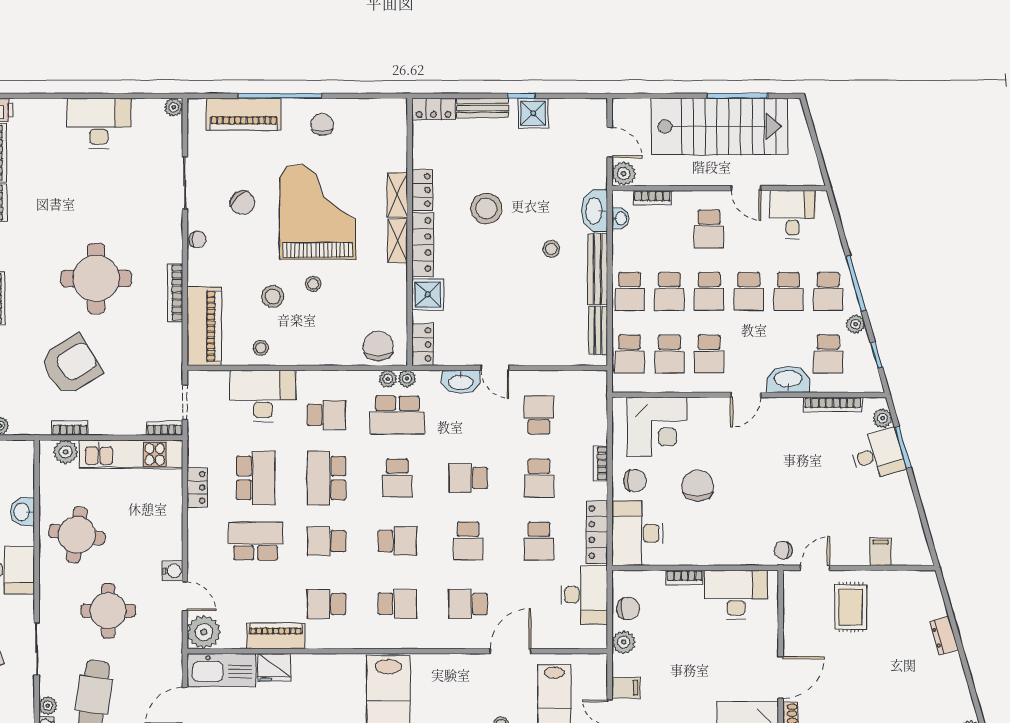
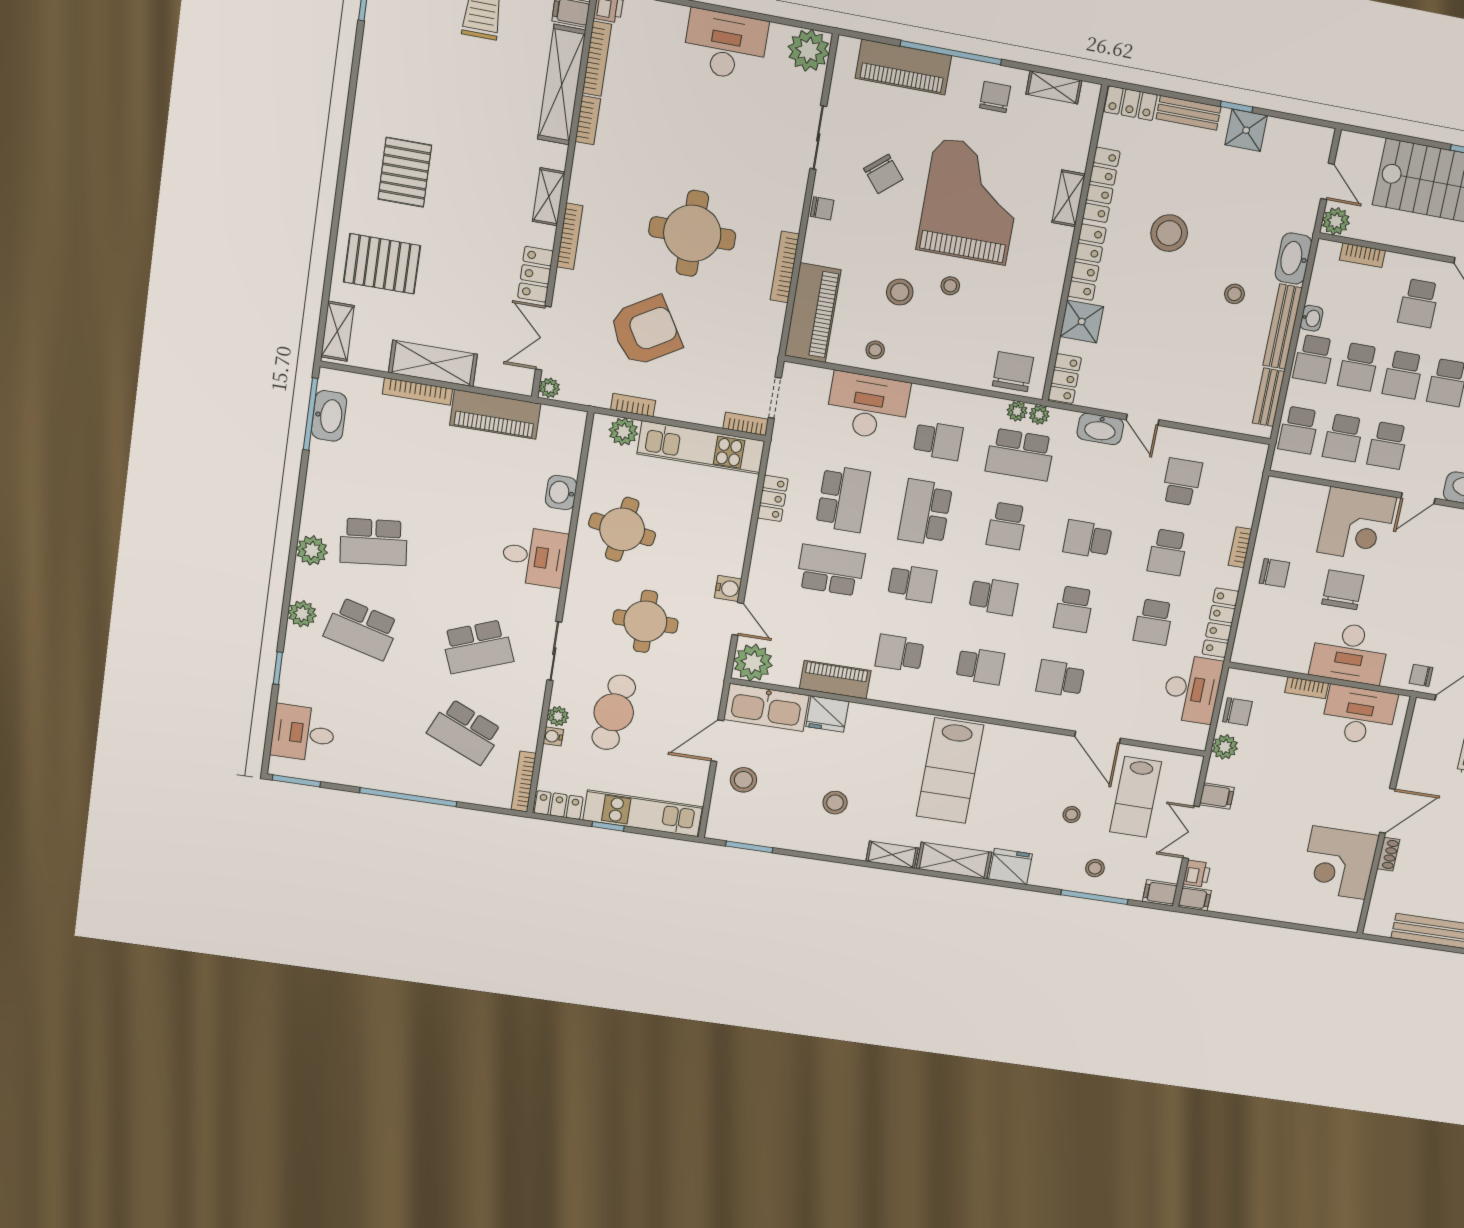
plant: (174, 107) -> (809, 50), width x1.87, depth x1.87
locker: (422, 190) -> (1101, 185), width x1.53
washbasin: (621, 218) -> (1311, 318), moved
shelving: (398, 241) -> (1054, 87), moved, turned 90
corner desk: (657, 427) -> (1357, 525), moved
desk: (637, 533) -> (1350, 653), moved, turned -90
school desk: (326, 541) -> (912, 583), turned 180
door: (511, 651) -> (1098, 737), swing flipped

